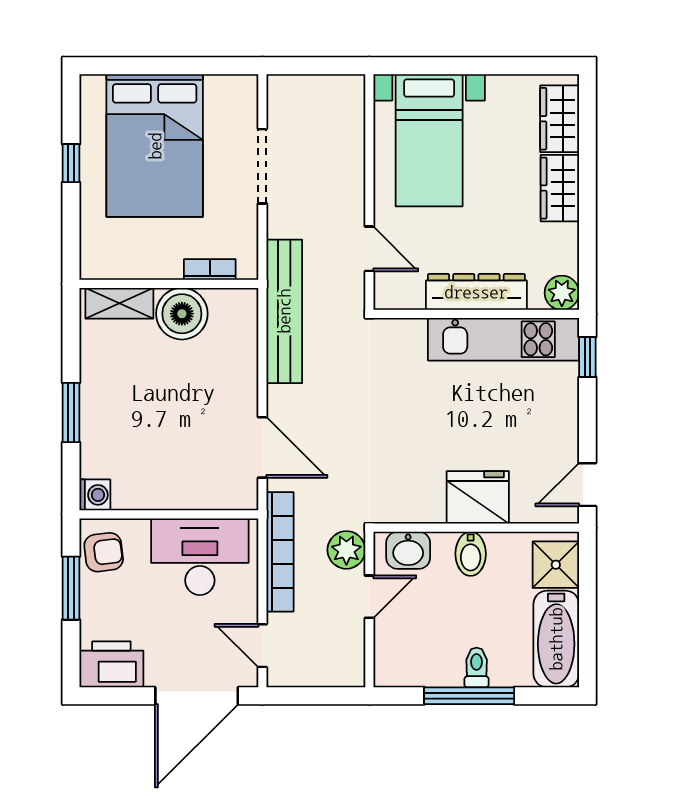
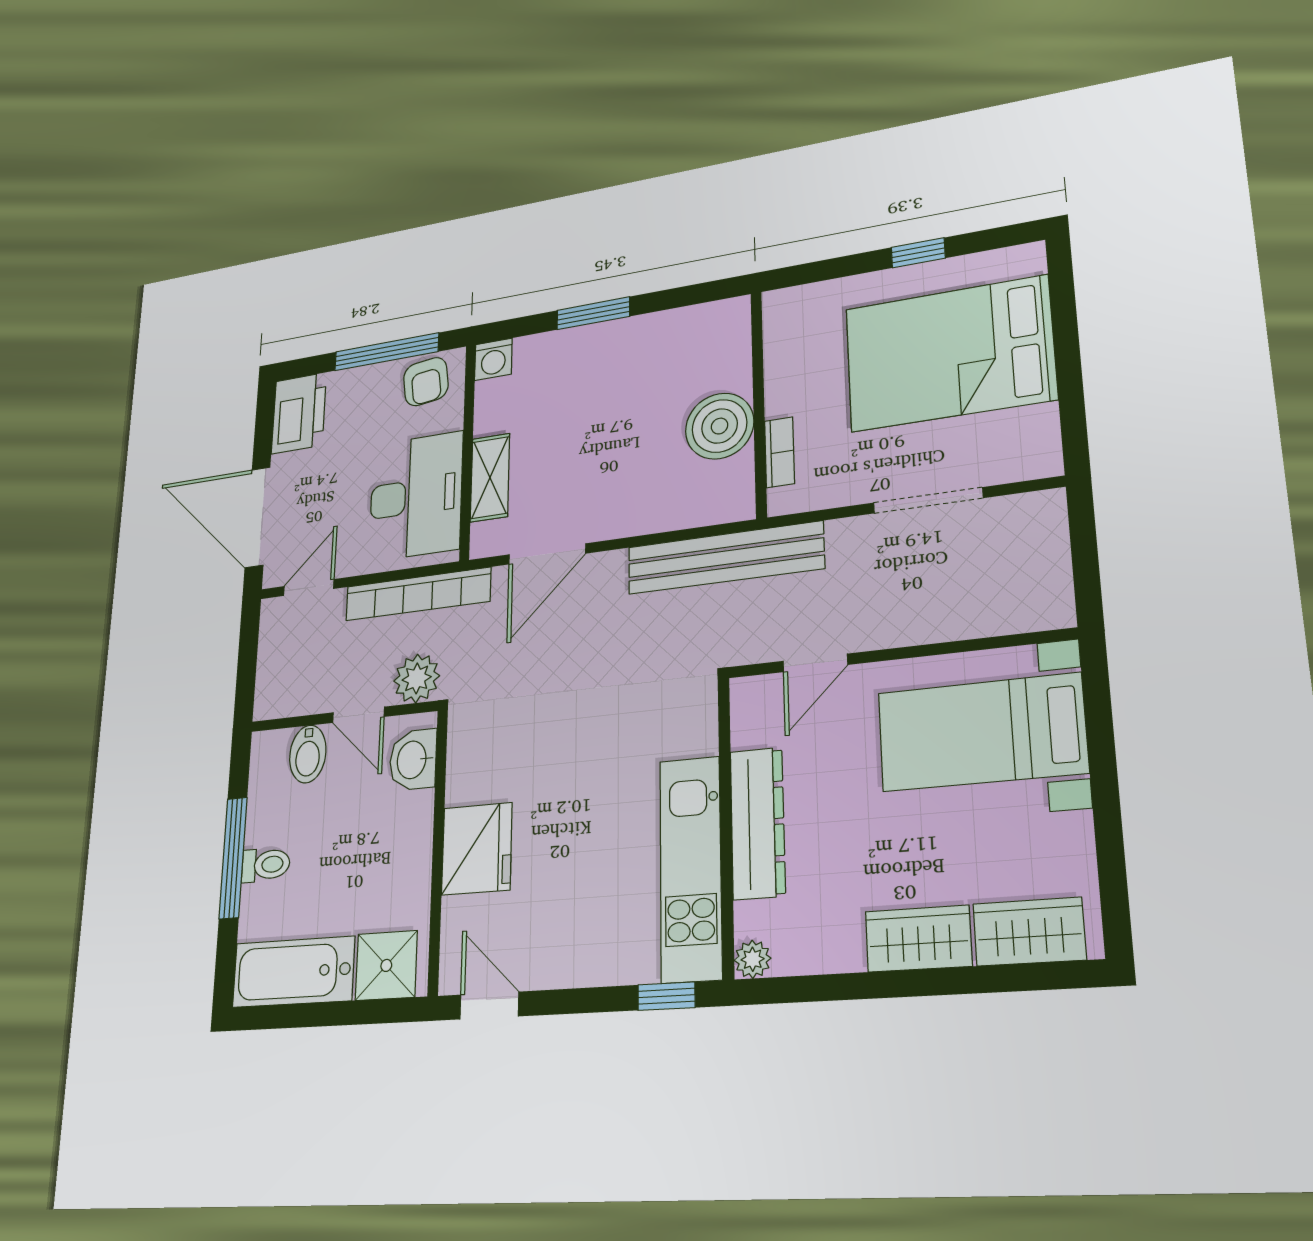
plant: (562, 293) -> (753, 959), width x0.73, depth x0.73
shelving: (119, 303) -> (490, 478), moved
bidet: (471, 554) -> (308, 754), moved, turned -90
window: (71, 588) -> (386, 352), width x1.44

